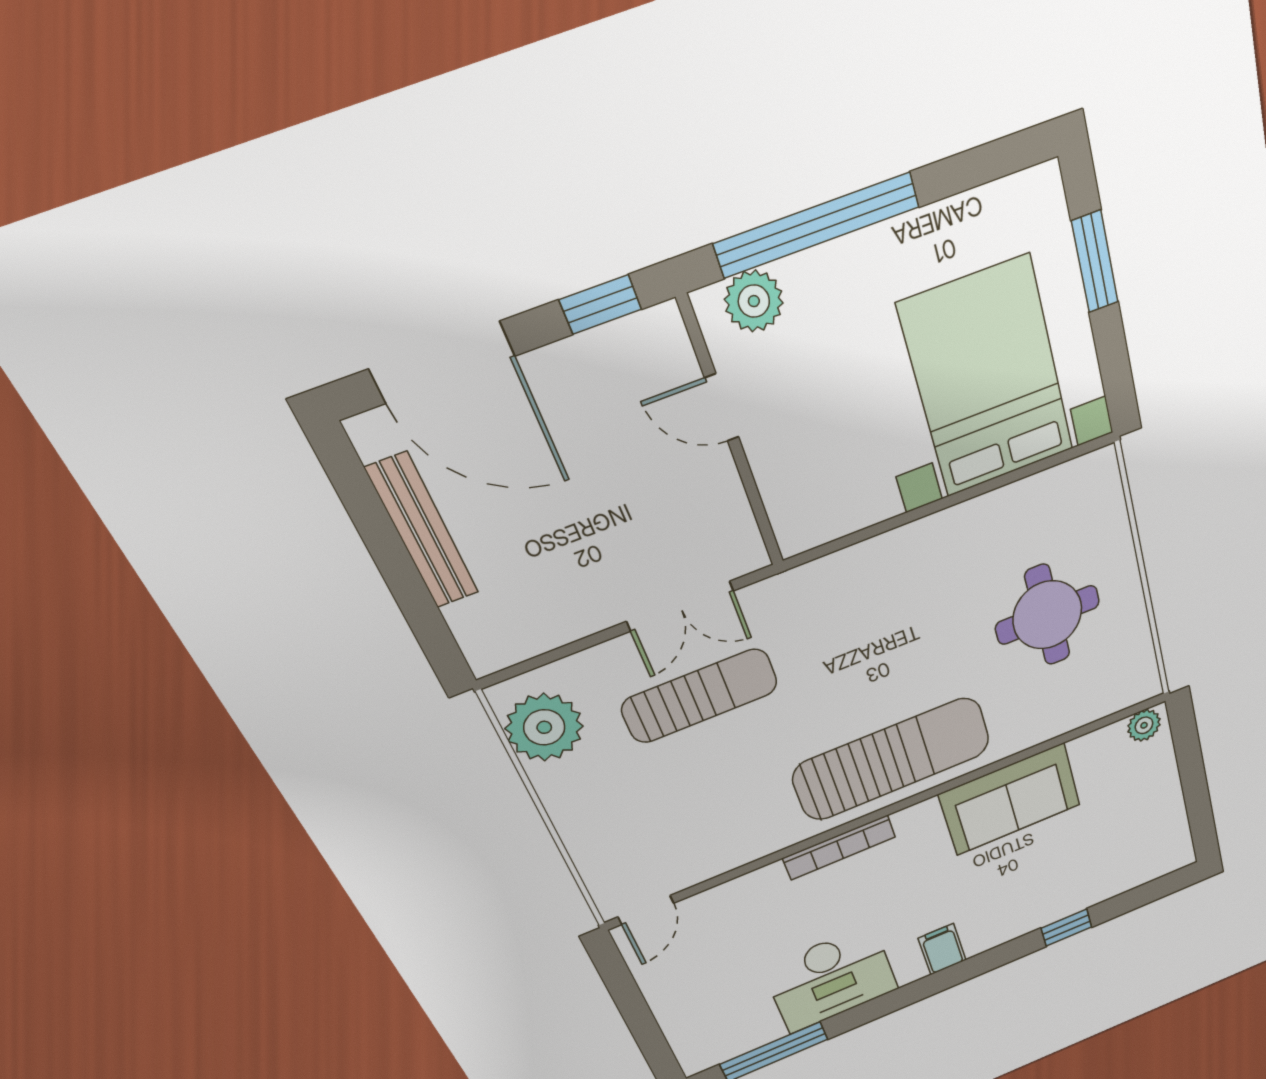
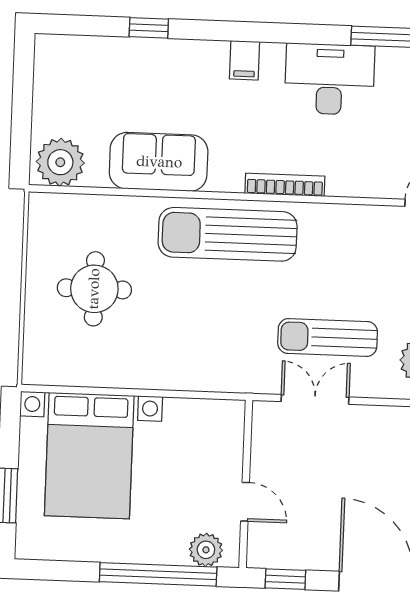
plant: (1144, 725) -> (60, 162), width x1.87, depth x1.87

